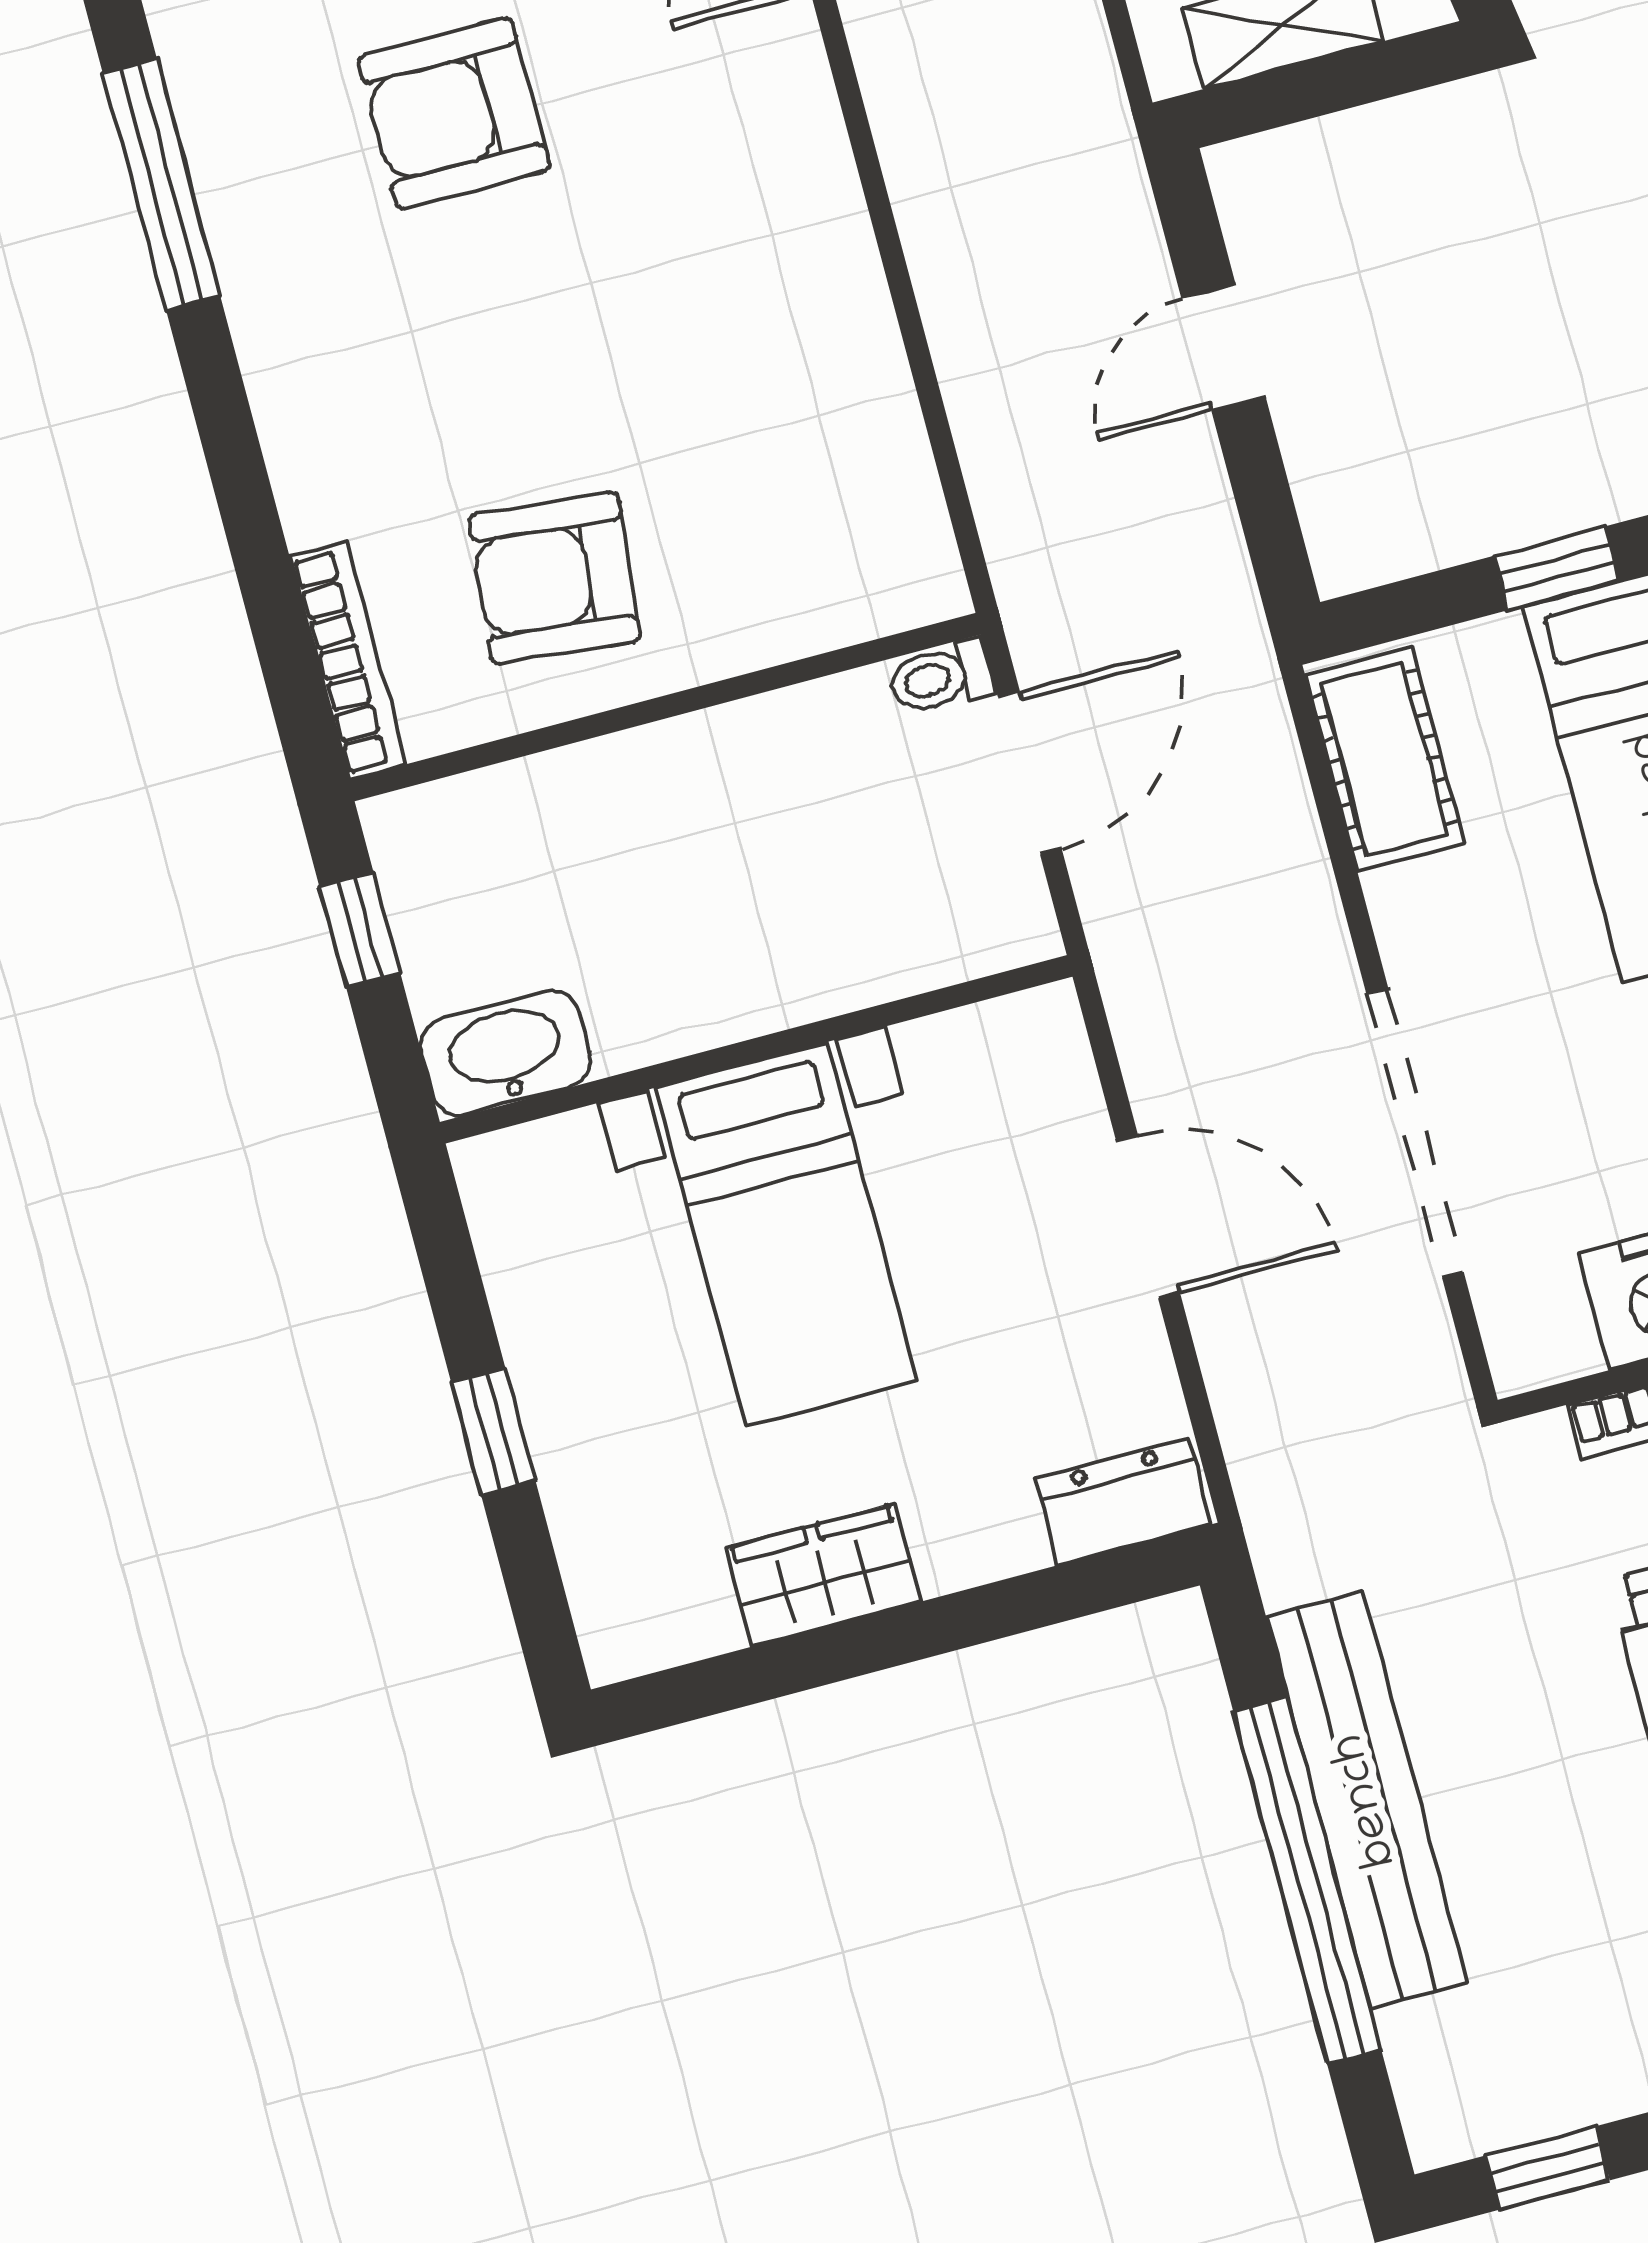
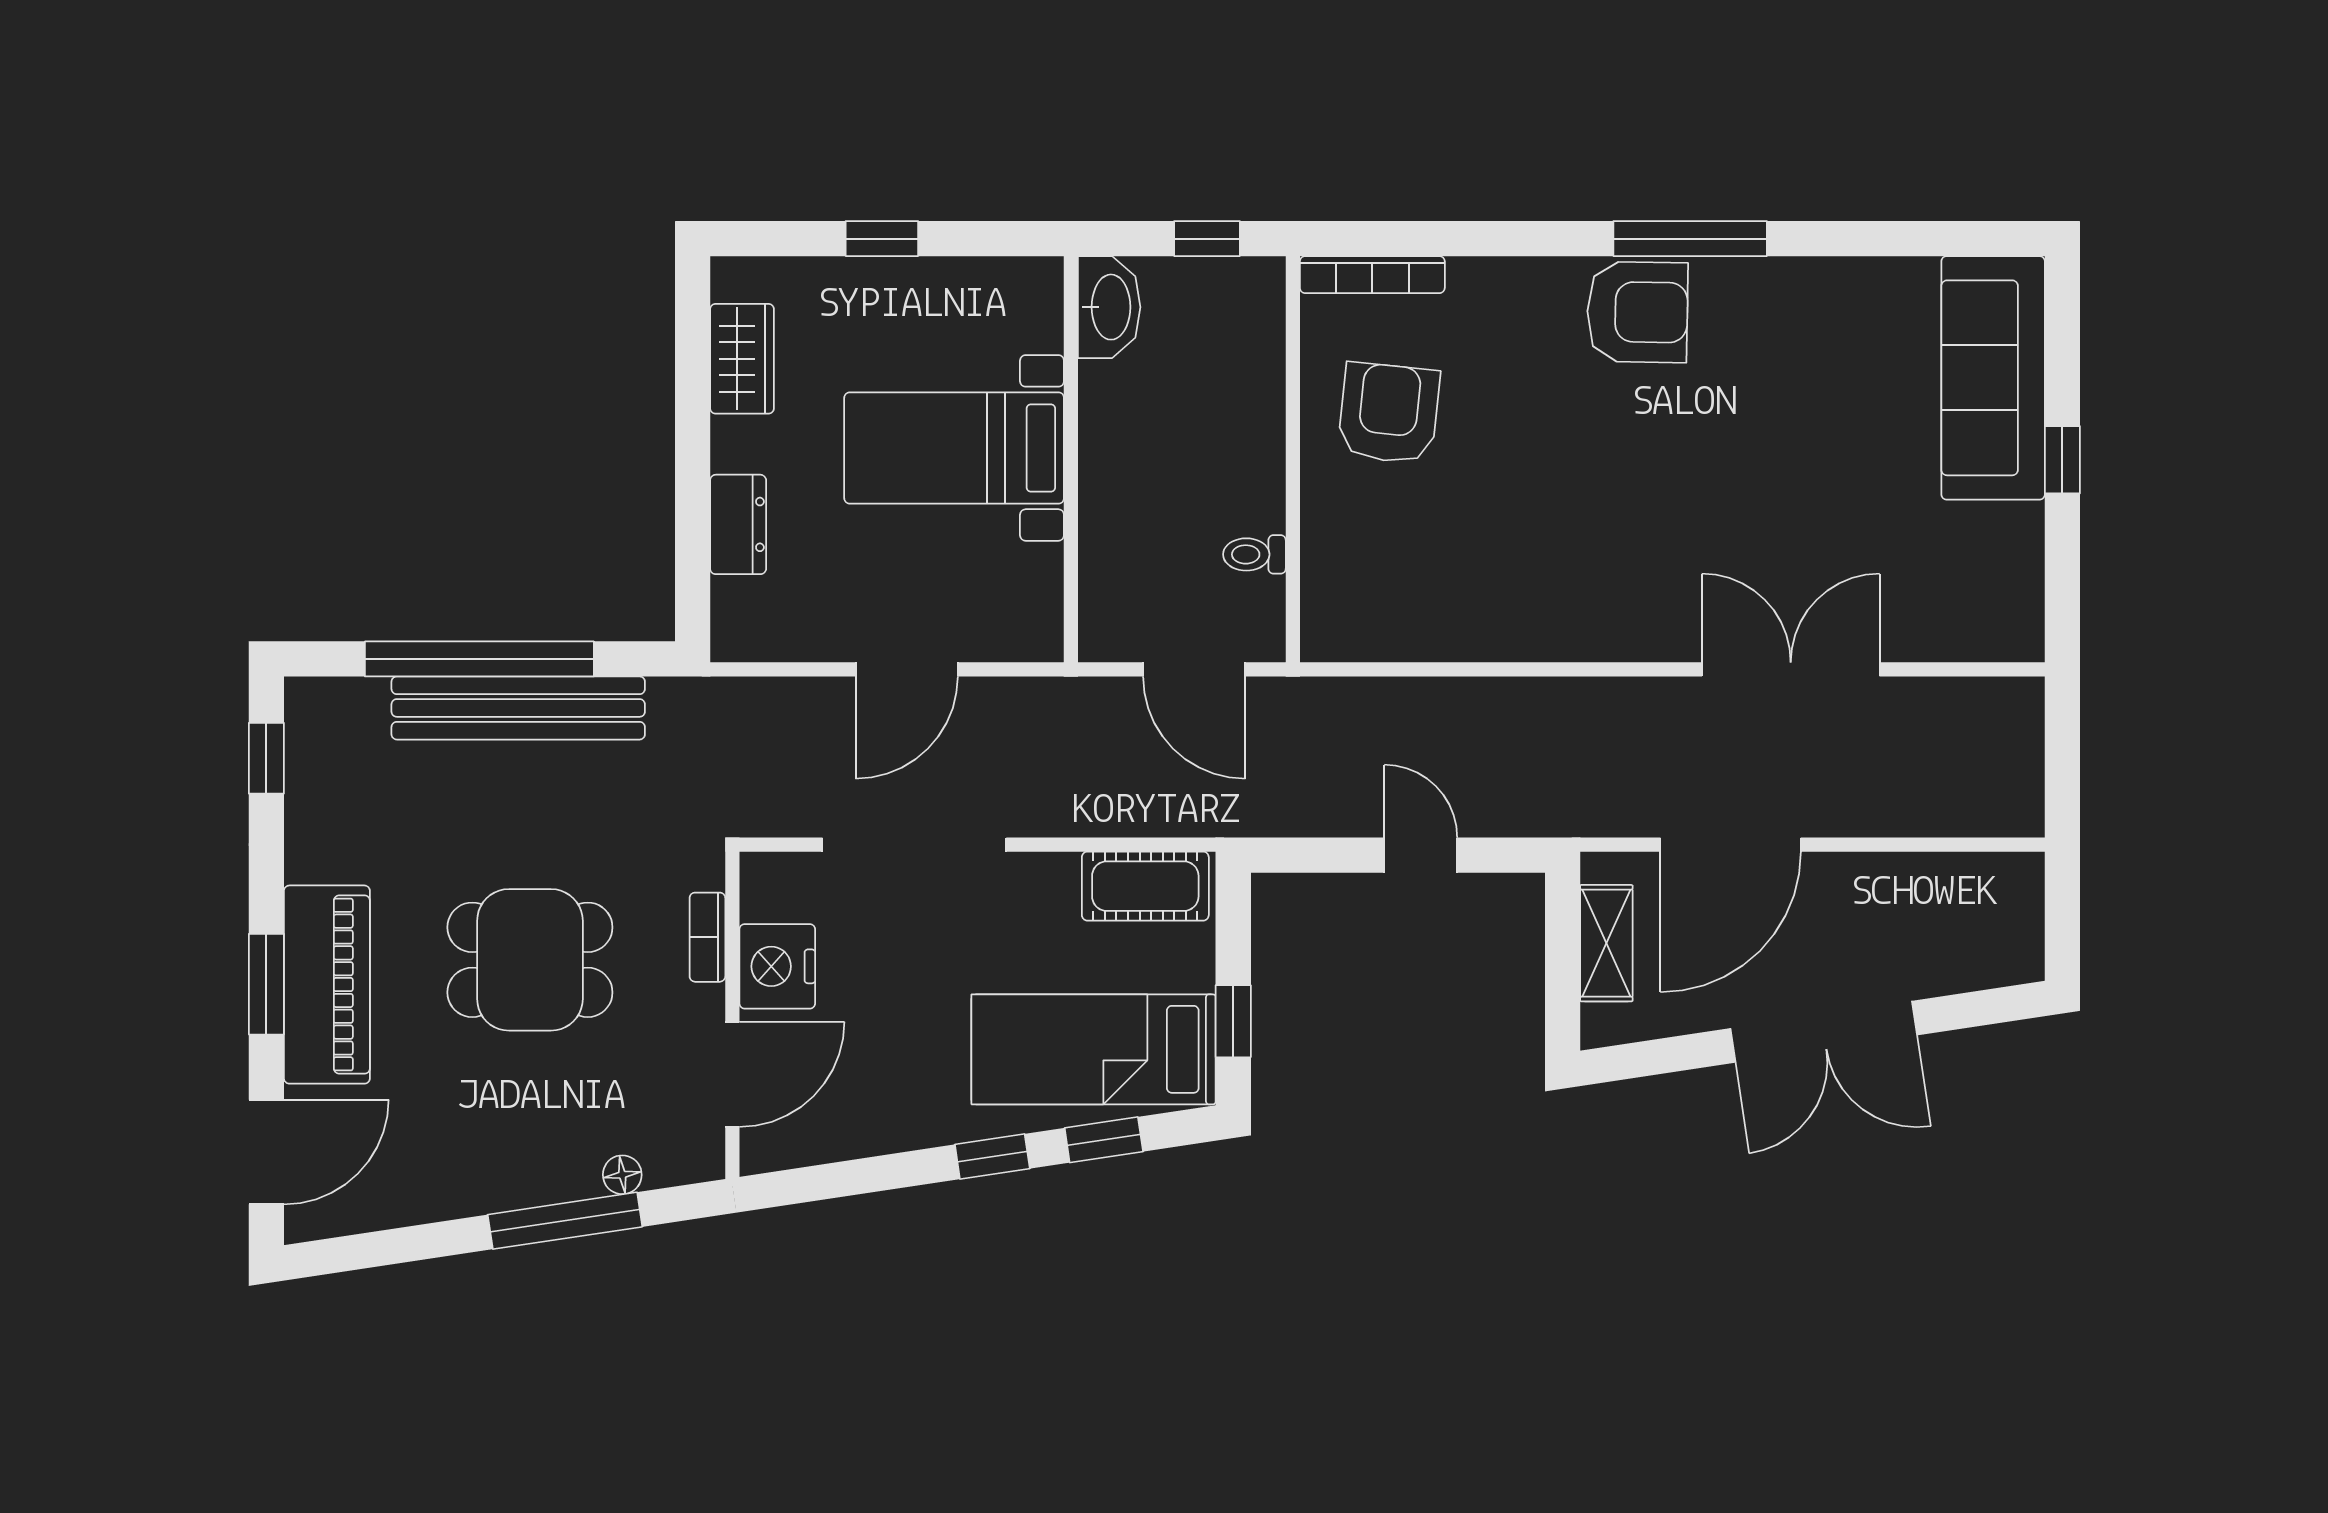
armchair: (454, 113) -> (1637, 312), moved, turned 91
toilet: (941, 677) -> (1254, 554), moved, turned -90
dresser: (1123, 1502) -> (738, 524), moved
wardrobe: (823, 1575) -> (742, 359), moved

